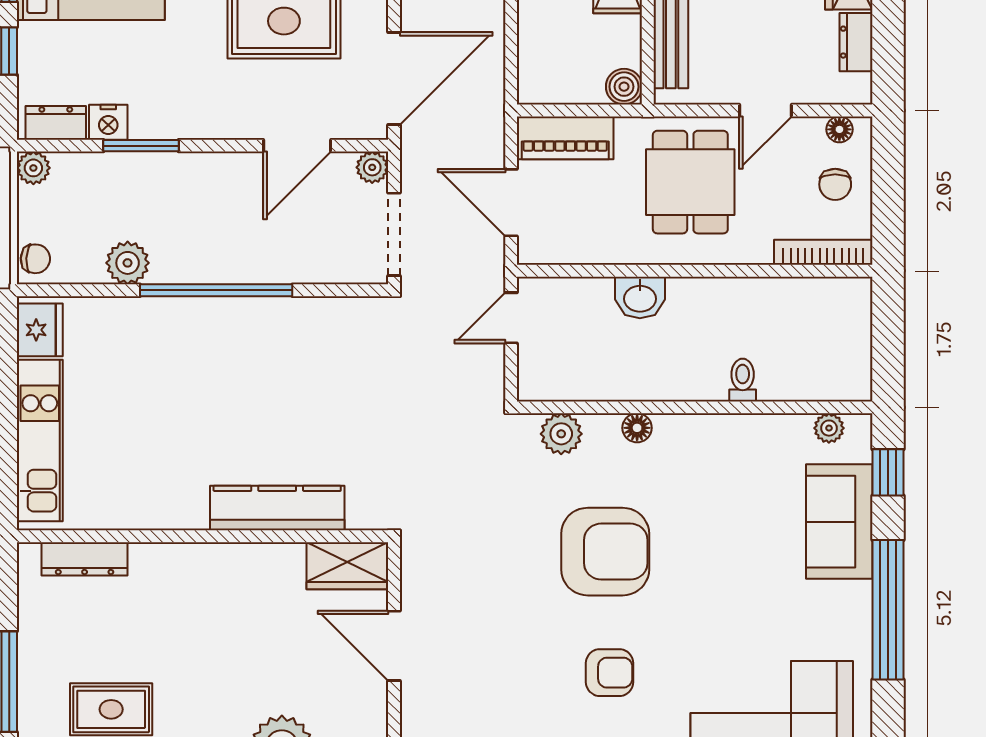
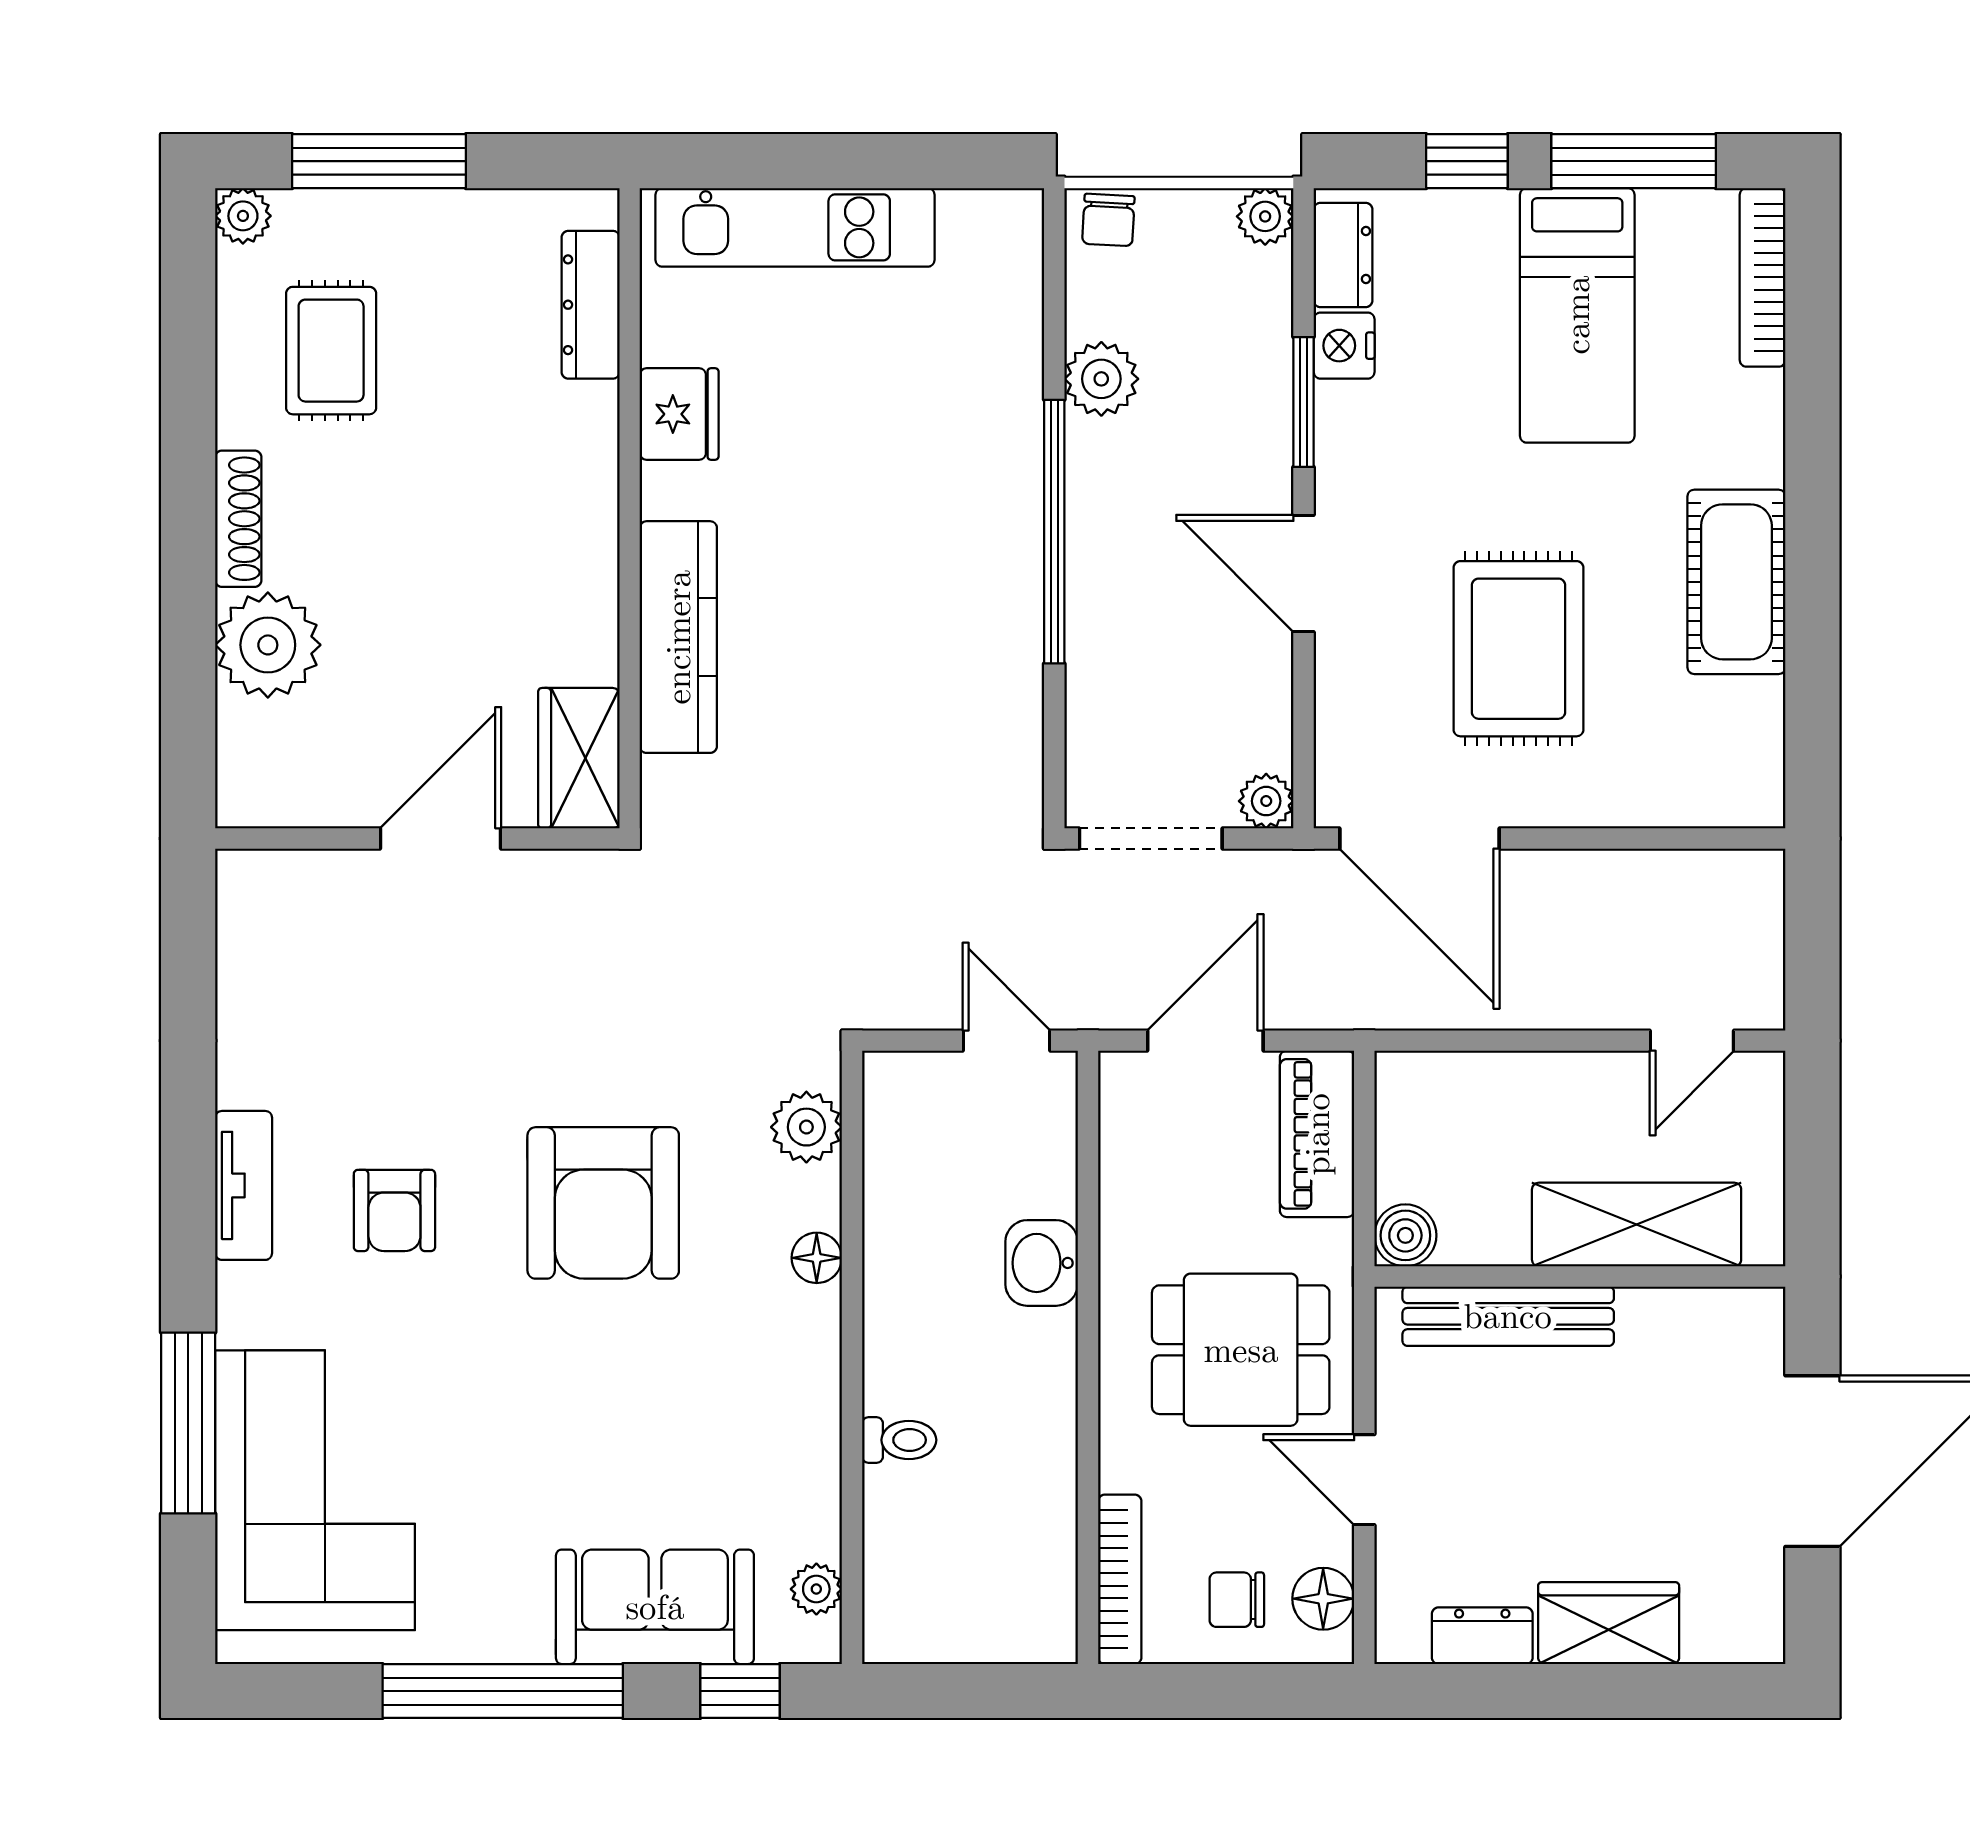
floor lamp: (839, 129) -> (1323, 1599), width x1.37, depth x1.37
door: (297, 146) -> (1304, 573), moved
fridge: (40, 330) -> (679, 414), moved, turned -90

